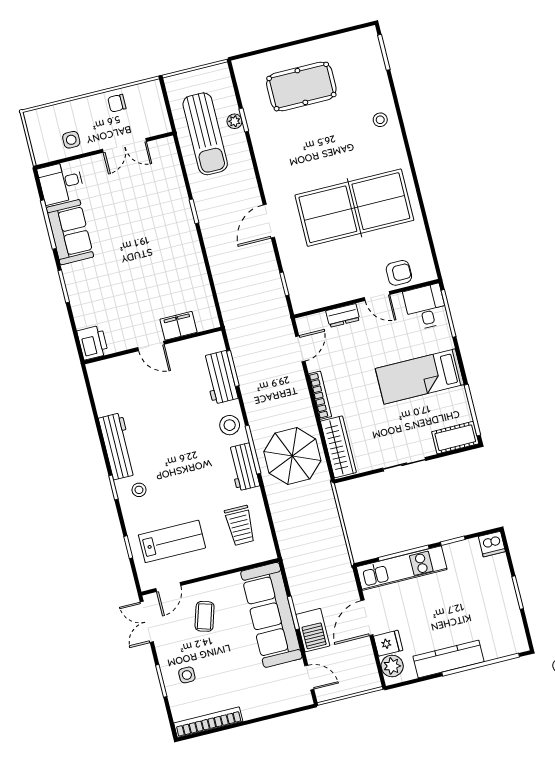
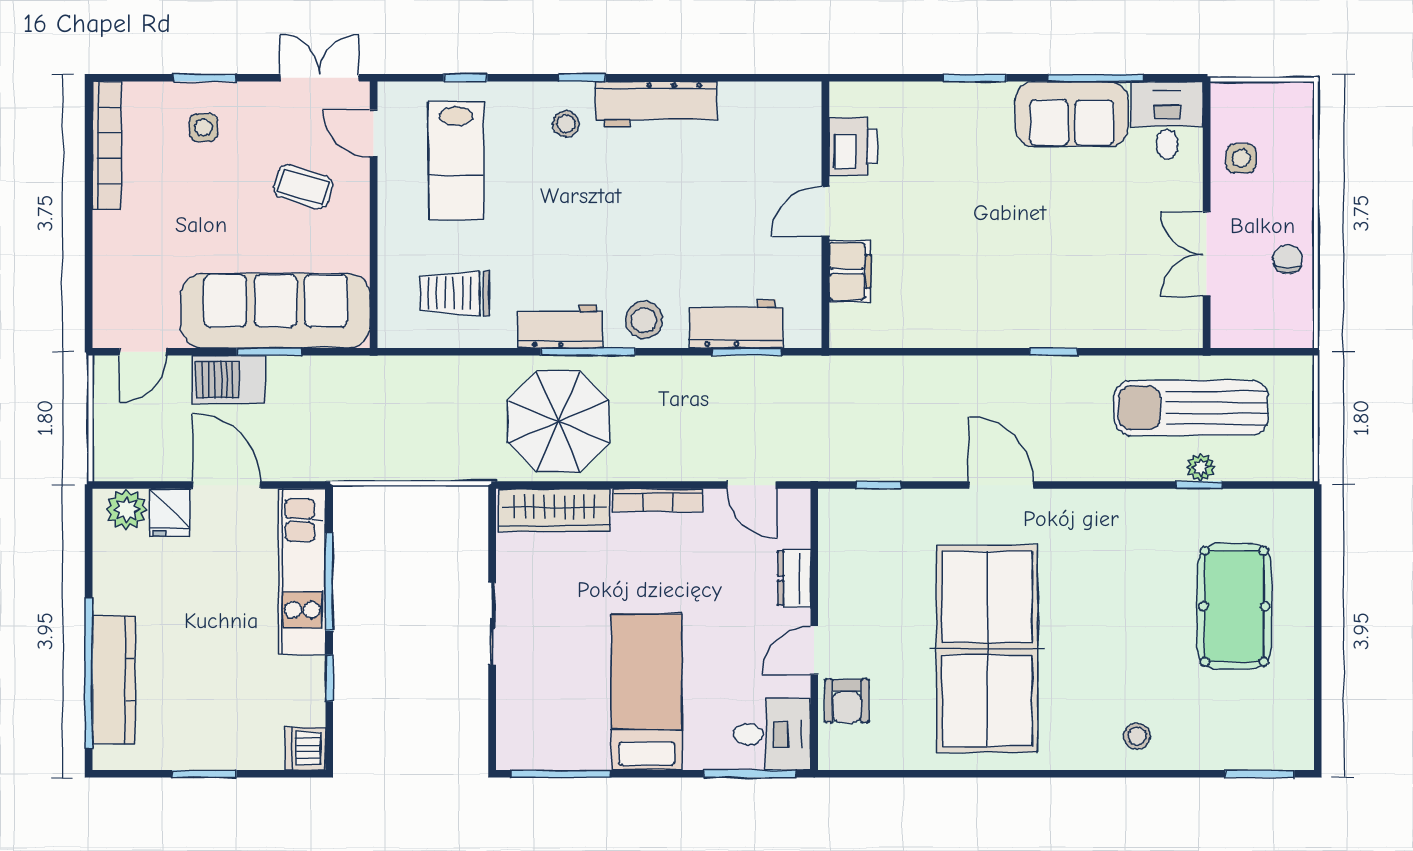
printer: (93, 343) -> (853, 146), moved, turned -90
cot: (455, 438) -> (518, 730), removed
kitchen counter: (448, 659) -> (114, 679), moved

